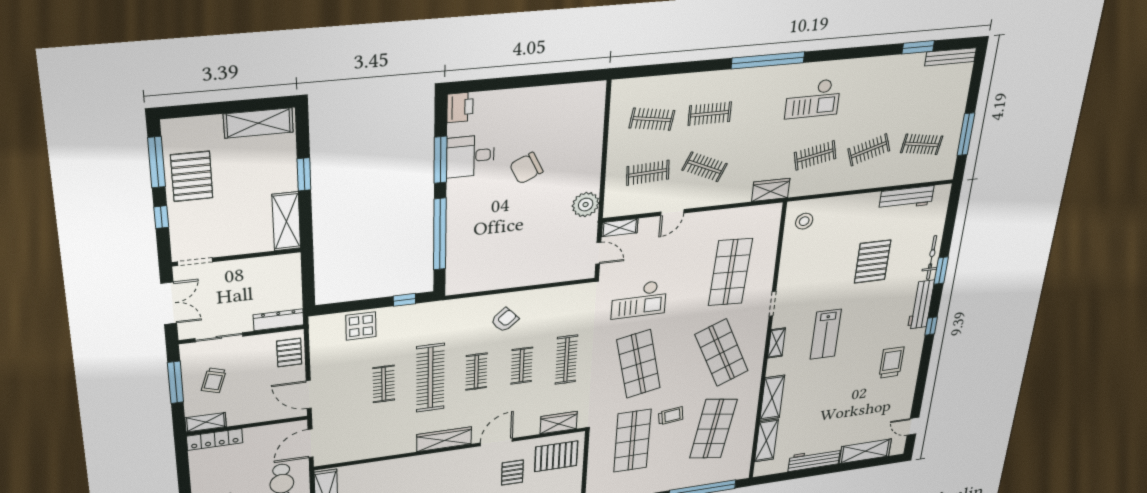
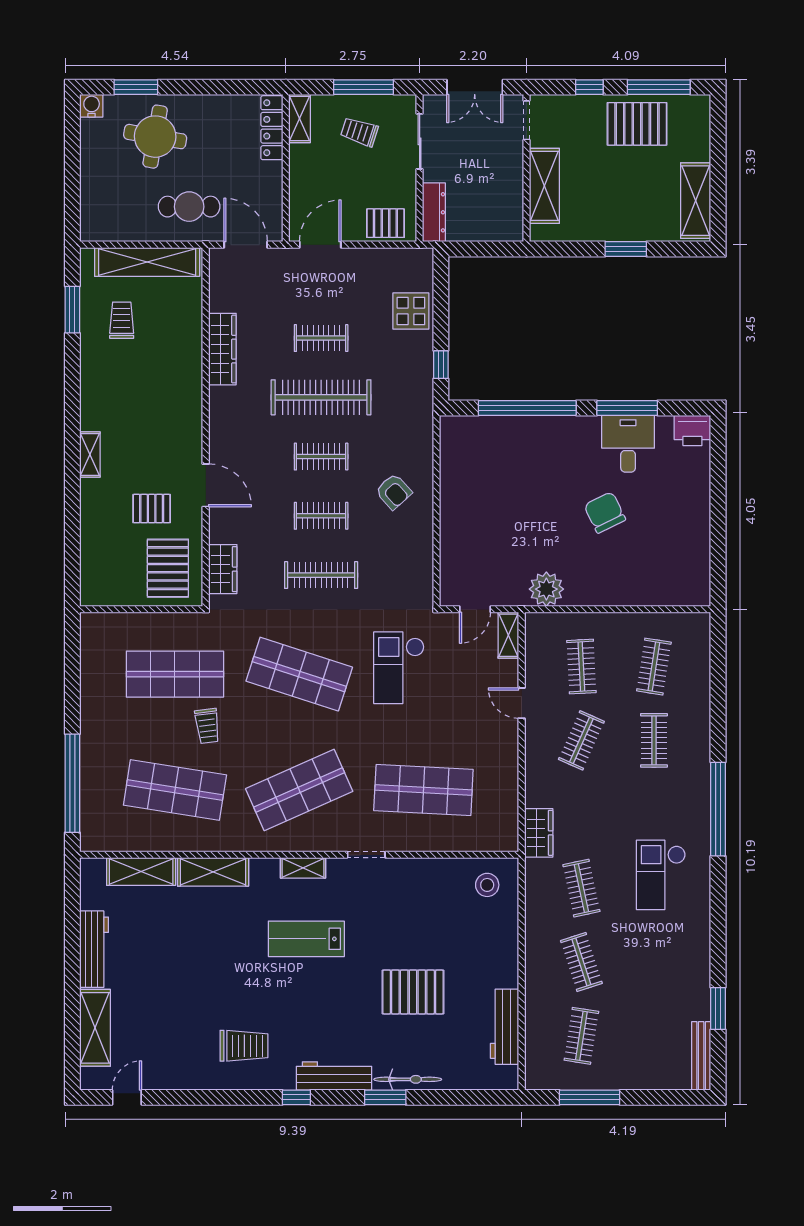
shelving: (286, 221) -> (544, 186), moved, turned 90
shop shelf: (638, 364) -> (299, 674), turned 30
wardrobe: (444, 439) -> (222, 349), moved

